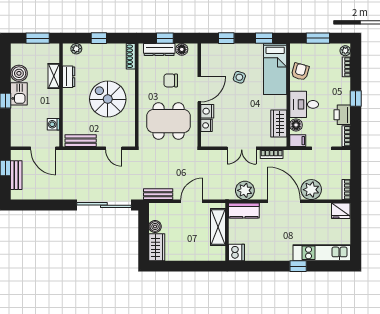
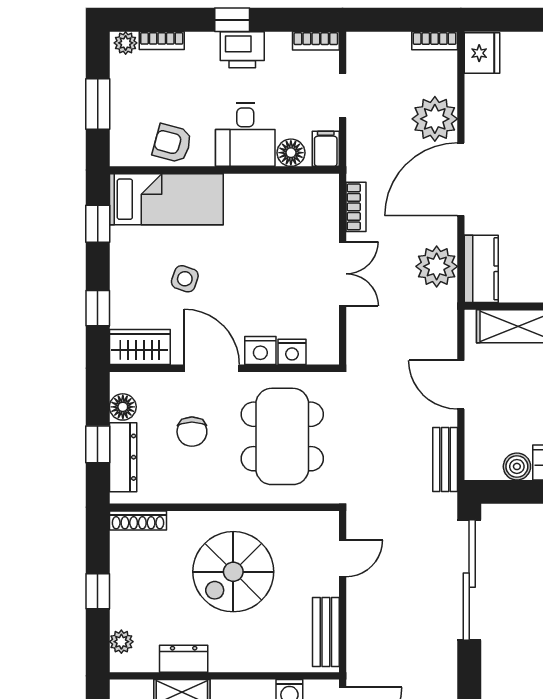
printer: (342, 115) -> (242, 50), moved
wardrobe: (279, 124) -> (140, 347), moved, turned 180

